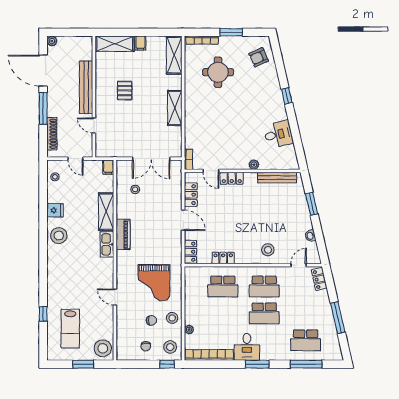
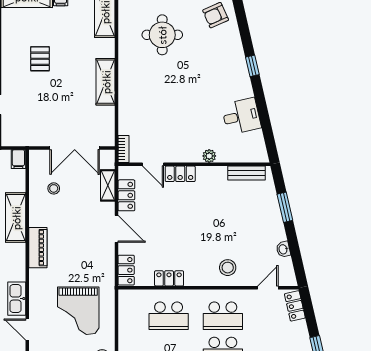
bench: (277, 178) -> (246, 173), width x0.73
shelving: (176, 187) -> (108, 185), added
kitchen sink: (107, 244) -> (17, 299), moved

